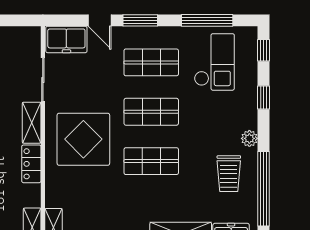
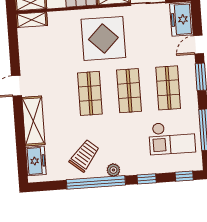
trolley: (229, 174) -> (84, 156), turned 130
window: (263, 189) -> (96, 182), moved

